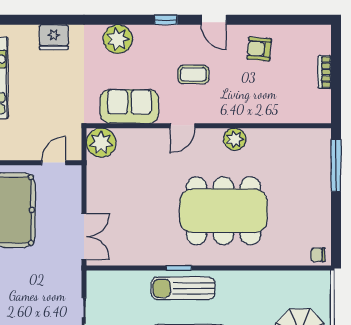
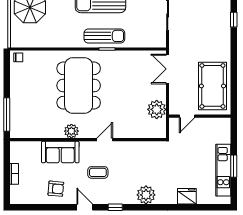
sofa: (129, 106) -> (60, 152), moved
plant: (101, 143) -> (157, 109), moved
dining table: (223, 211) -> (79, 85), turned 90

